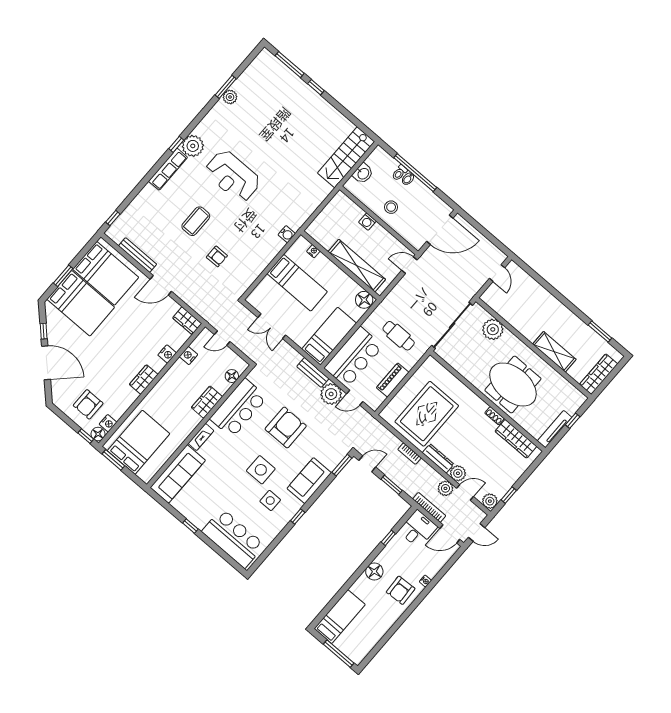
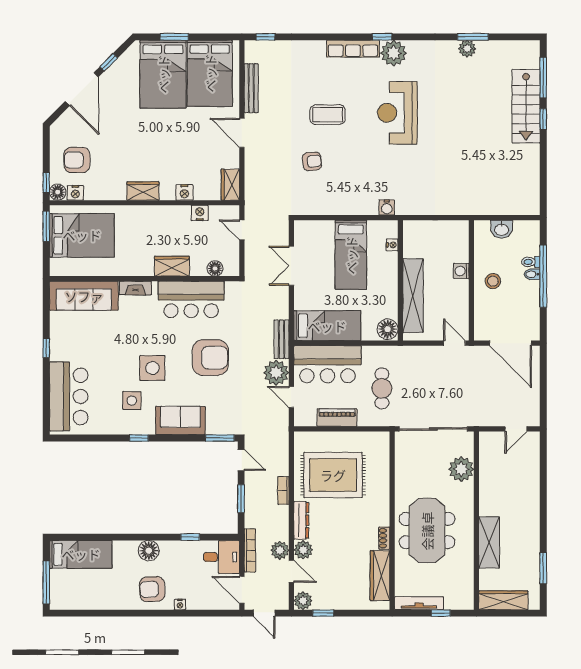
stairs: (346, 157) -> (526, 106), moved, turned -90
armchair: (217, 256) -> (312, 161), turned -95

